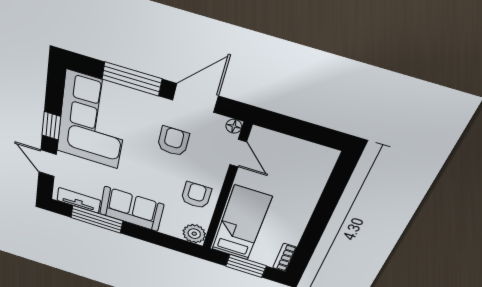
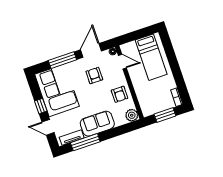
armchair: (196, 195) -> (120, 94), turned 180
bed: (241, 224) -> (151, 57), moved, turned 180

